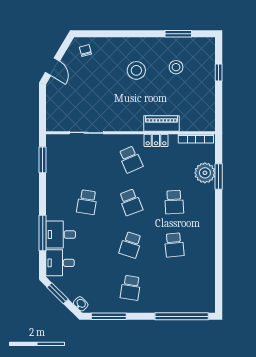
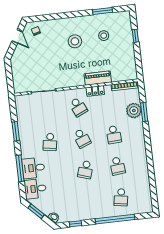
door: (53, 67) -> (17, 36), moved
window: (43, 160) -> (16, 131), moved
school desk: (131, 288) -> (121, 197), moved
window: (109, 316) -> (75, 224), width x0.46
window: (182, 316) -> (115, 219), moved

